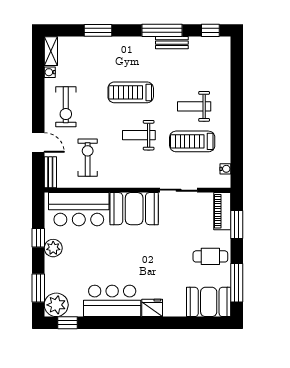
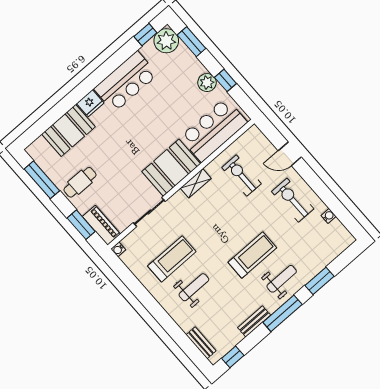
window: (162, 30) -> (282, 313), moved
shelving: (51, 51) -> (196, 183), moved, turned 90
weight bench: (139, 135) -> (282, 279), moved
exercise bike: (88, 158) -> (242, 176), turned 180
water cooler: (225, 169) -> (118, 249), moved
bench: (50, 172) -> (201, 343), moved
booth: (209, 302) -> (68, 130), moved

